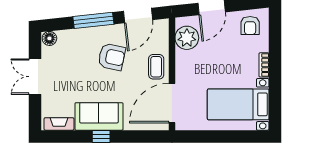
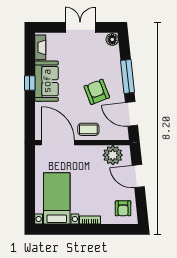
armchair: (250, 26) -> (123, 208), turned -90
armchair: (112, 57) -> (97, 92), turned 147

